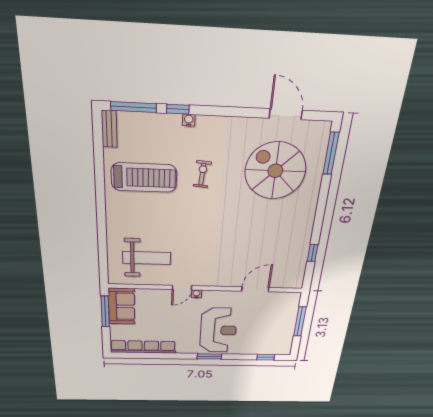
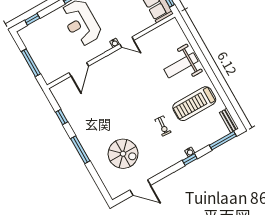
window: (178, 109) -> (190, 160), moved
window: (331, 153) -> (80, 150), moved
spiral stairs: (275, 171) -> (123, 154), width x0.73, depth x0.73
weight bench: (147, 258) -> (181, 65), moved
door: (182, 288) -> (127, 42), swing flipped

